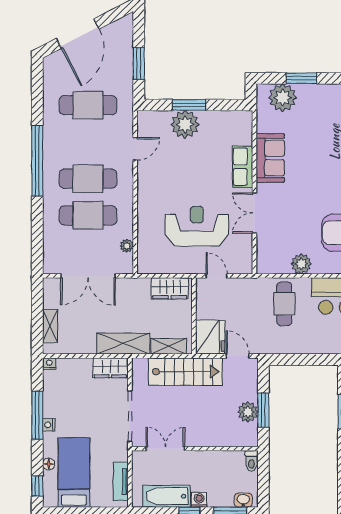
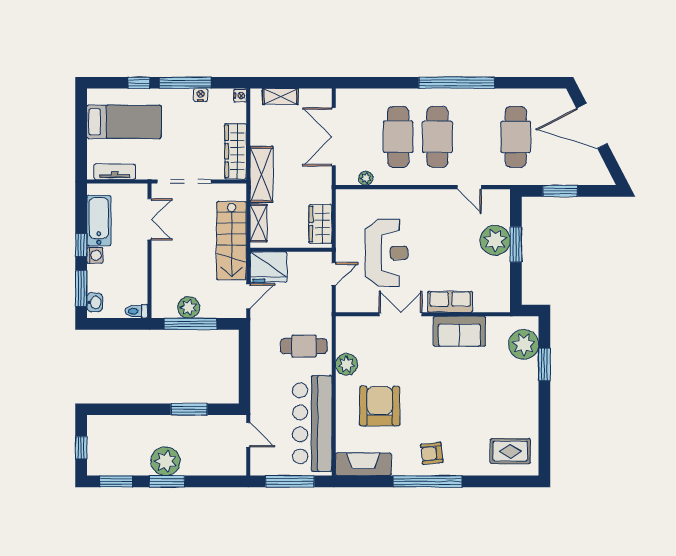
wardrobe: (110, 368) -> (236, 151), width x1.50
window: (263, 410) -> (191, 324), width x1.44
nightstand: (49, 425) -> (200, 95), moved
floor lamp: (49, 464) -> (133, 95), removed
window: (37, 486) -> (139, 83), moved

